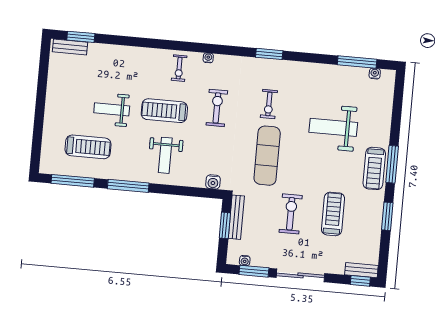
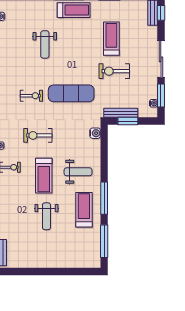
weight bench: (333, 127) -> (45, 44), width x0.73, depth x0.75
treadmill: (88, 147) -> (84, 210), moved
treadmill: (333, 214) -> (111, 39), turned 90

